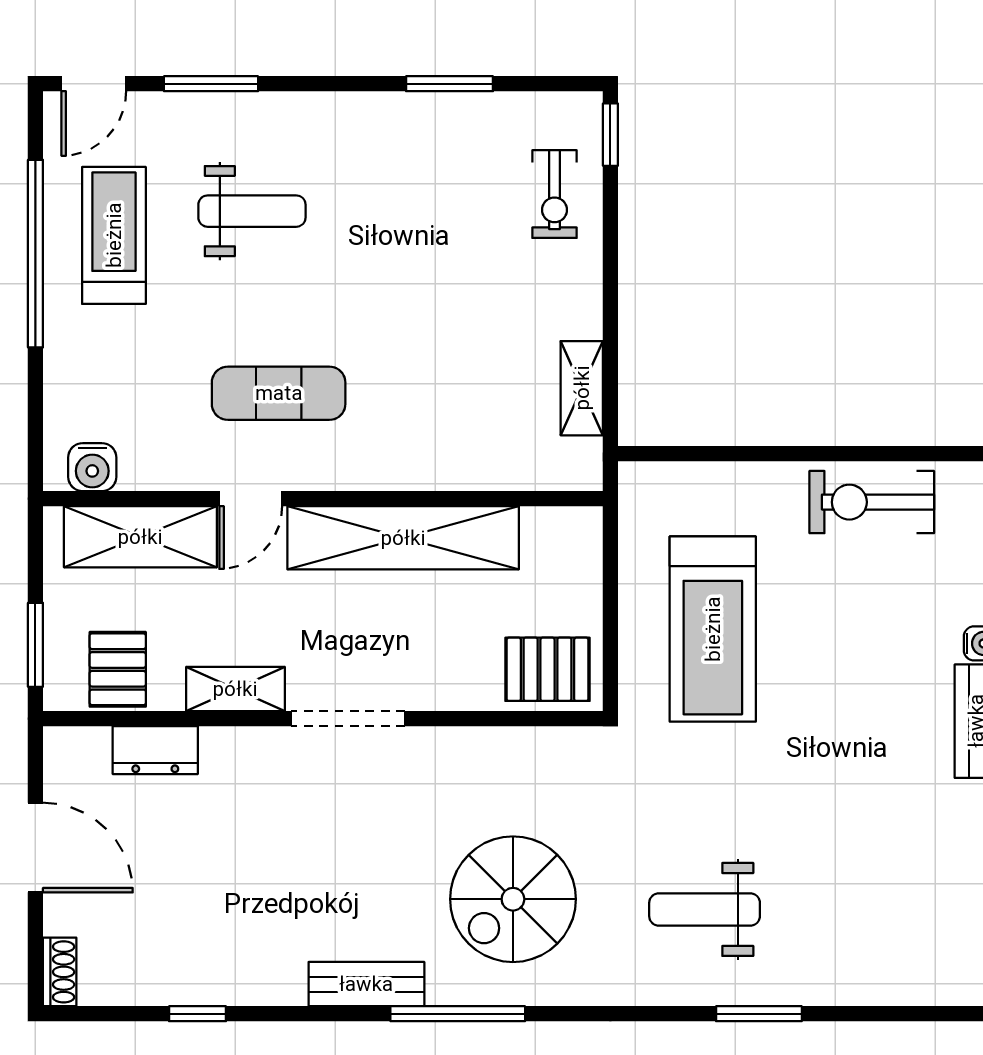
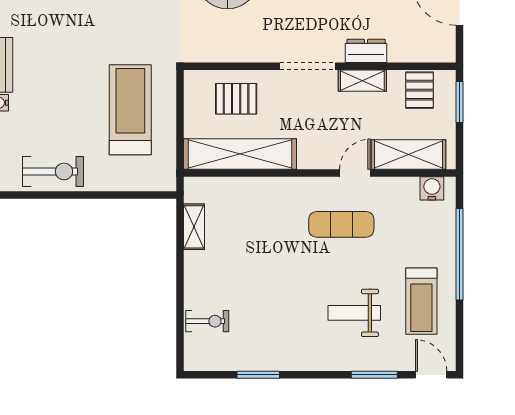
door: (94, 84) -> (431, 375), hinge flipped
window: (610, 135) -> (180, 350), removed
exercise bike: (554, 194) -> (207, 321), turned 90
window: (35, 254) -> (460, 254), moved
shelving: (403, 538) -> (240, 154), moved
pallet: (548, 669) -> (236, 99), moved
dresser: (155, 750) -> (366, 51), moved

